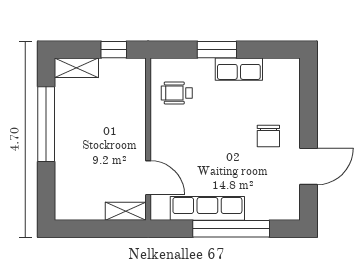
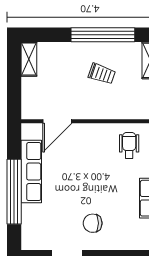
trolley: (92, 125) -> (102, 74), added
shelving: (126, 211) -> (29, 59), moved

